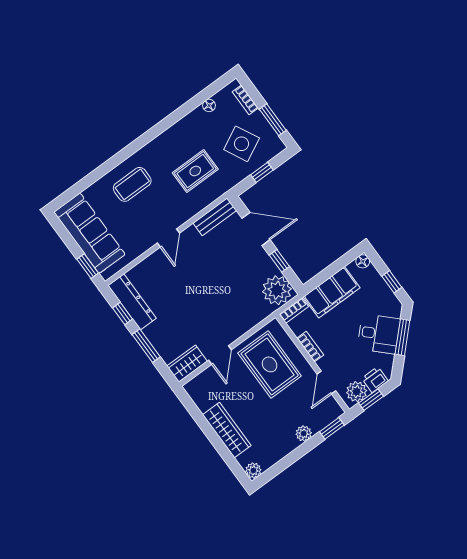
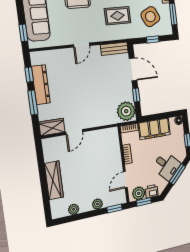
dresser: (132, 302) -> (41, 85), moved
rug: (270, 364) -> (100, 153), removed
plant: (253, 470) -> (74, 209), moved

